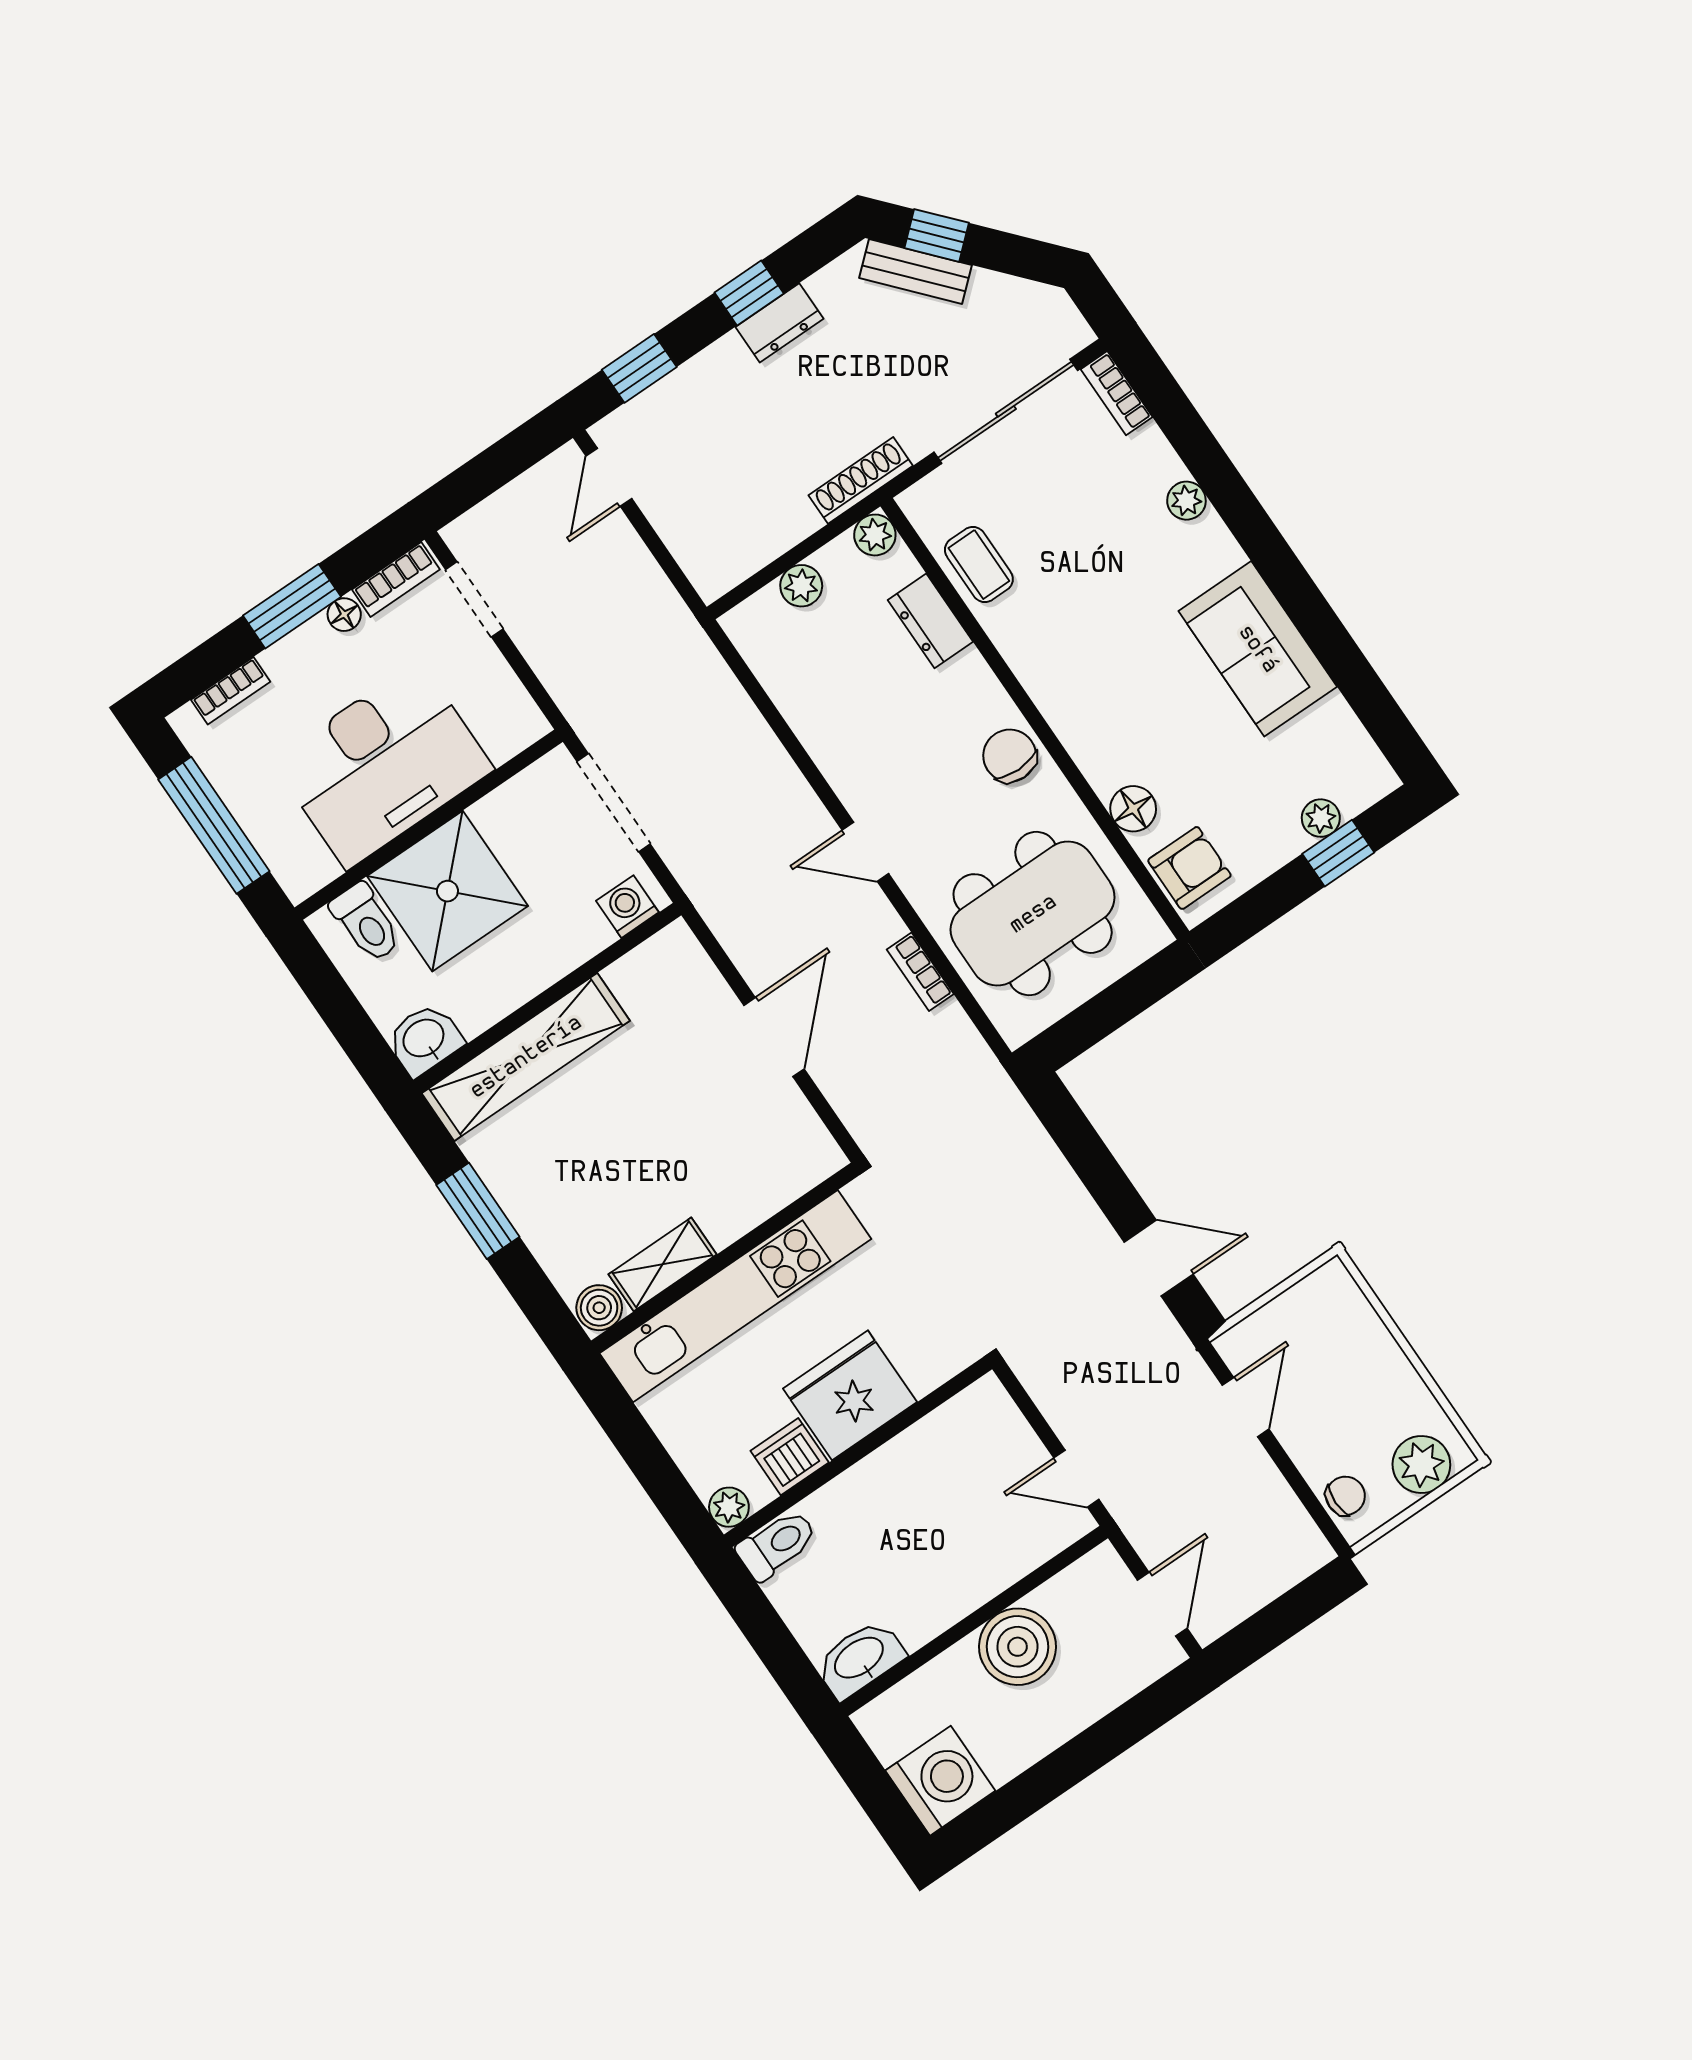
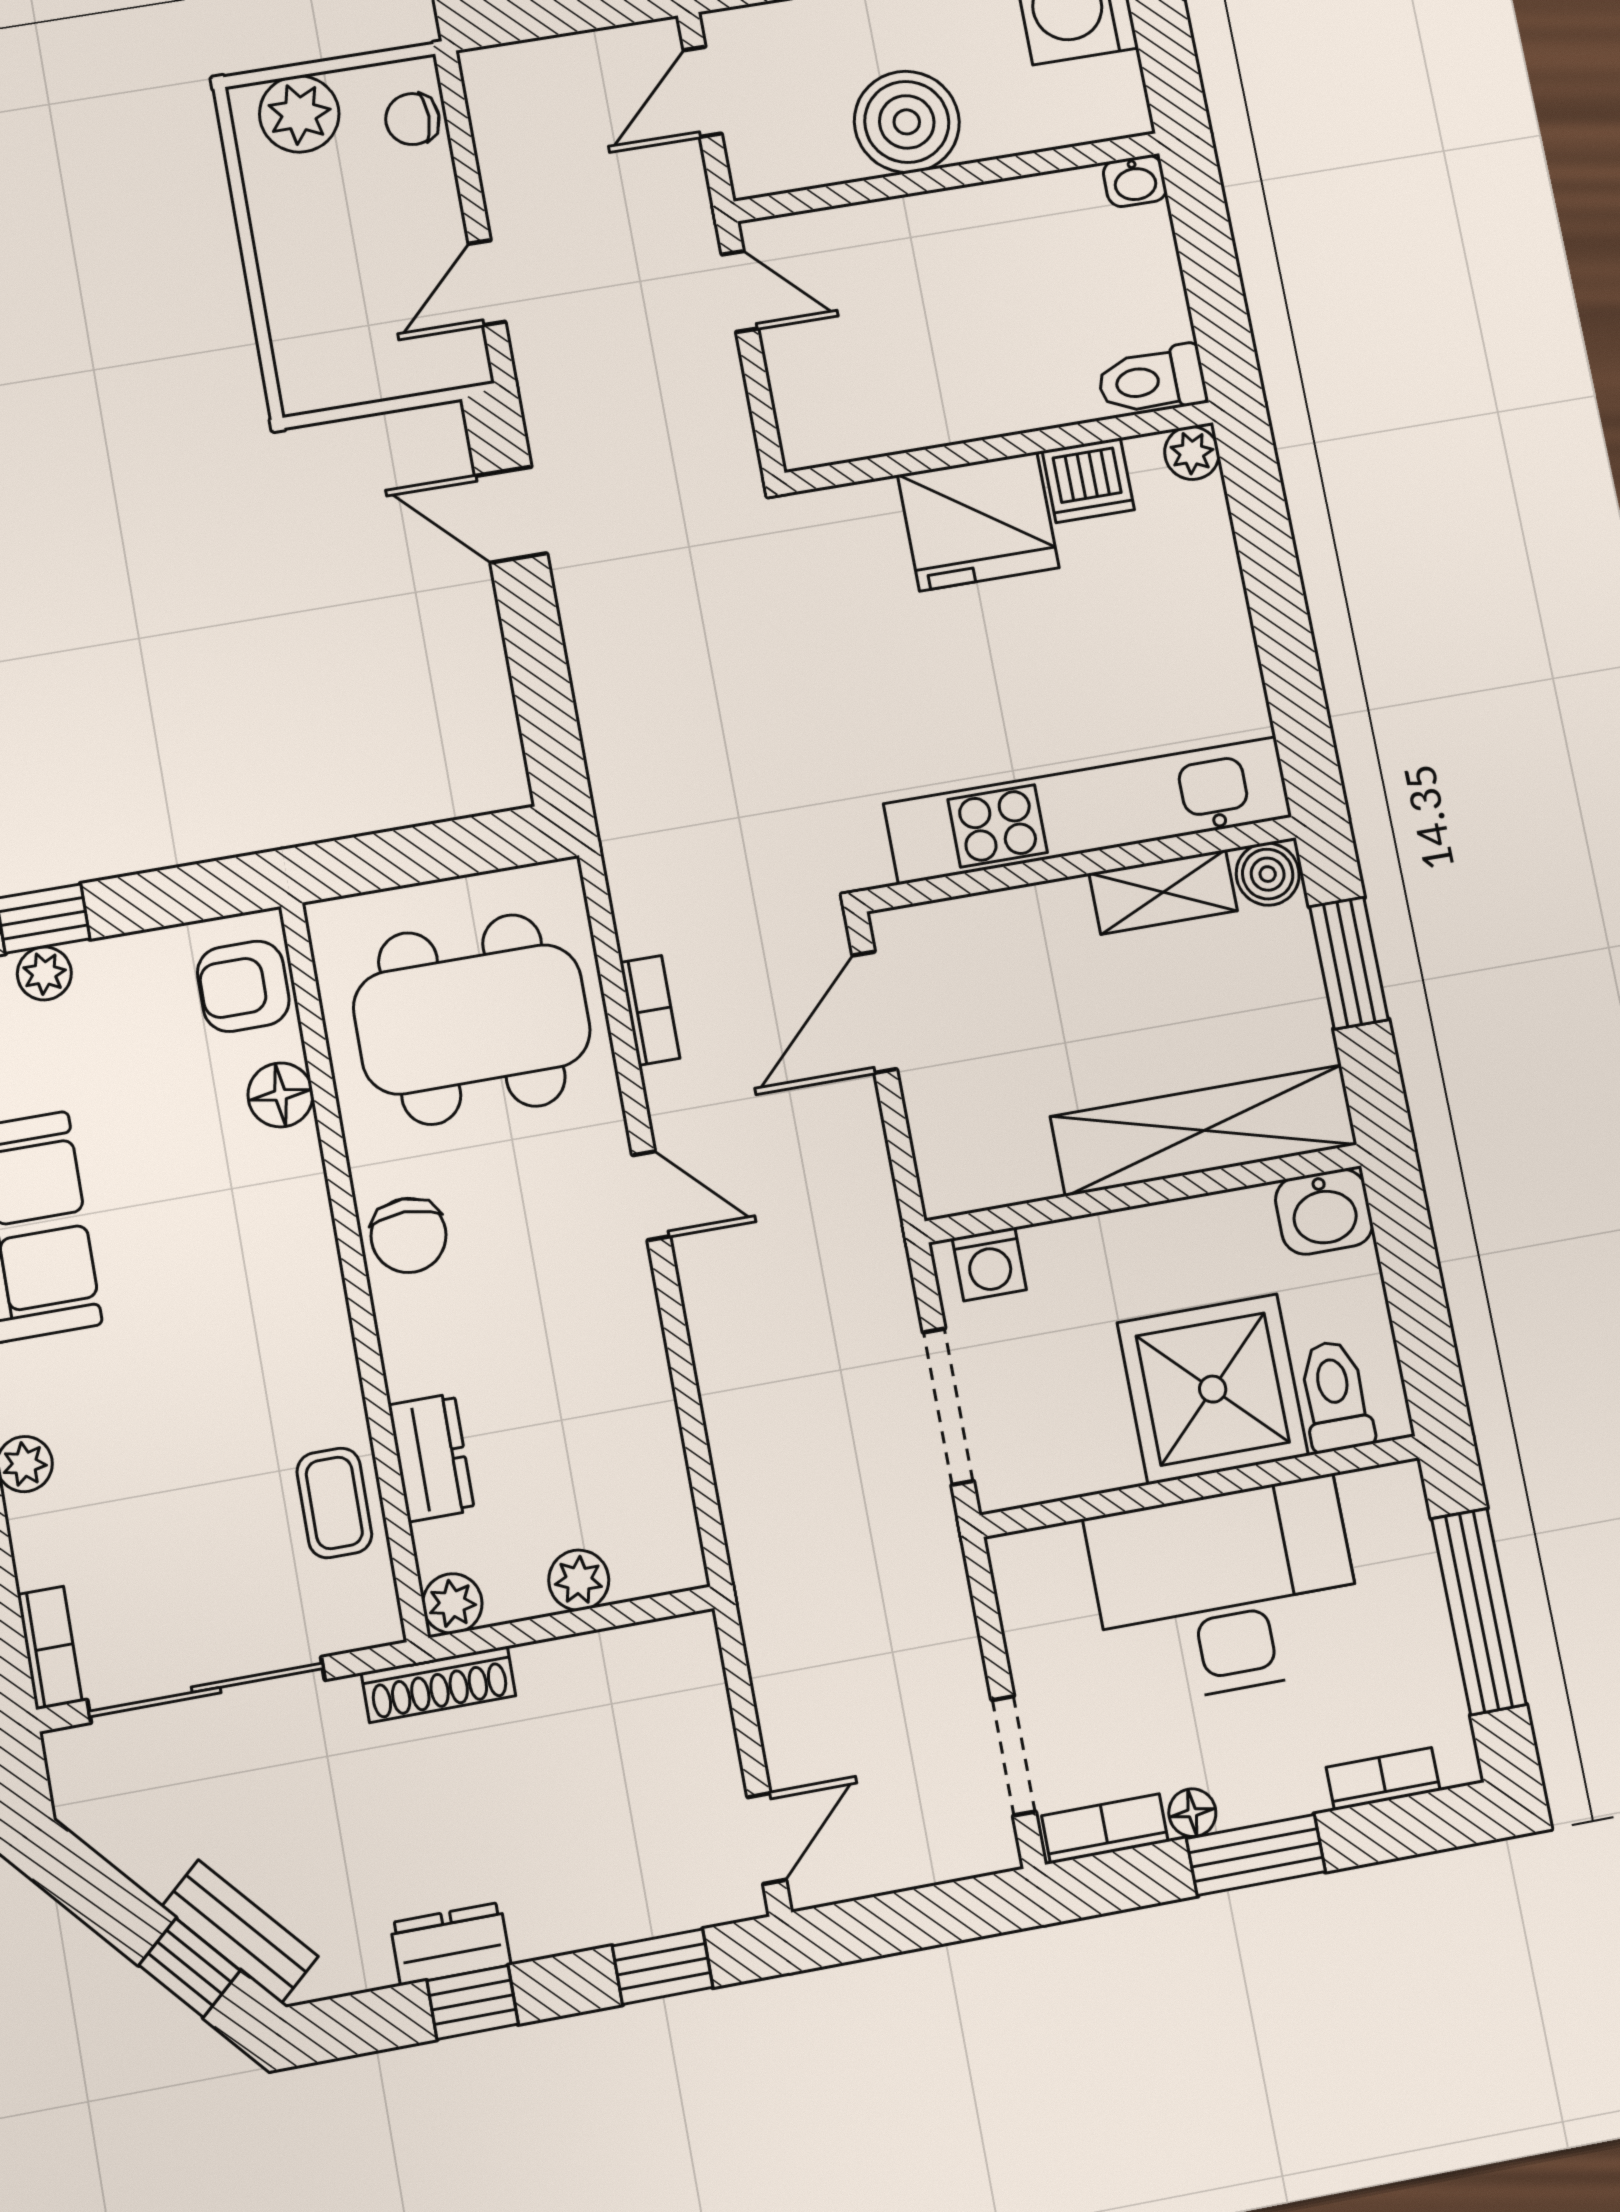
wall: (725, 1258) -> (1080, 864), moved
shelving: (663, 1264) -> (1163, 892), moved
kitchen unit: (735, 1296) -> (1088, 810), moved
boiler: (599, 1308) -> (1268, 874), moved
washbasin: (860, 1659) -> (1135, 181), width x0.52, depth x0.69

